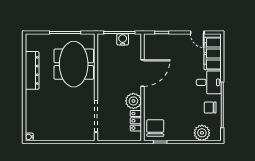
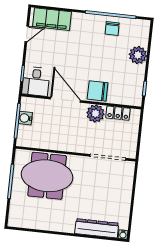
dresser: (32, 70) -> (97, 228), moved
desk: (209, 82) -> (36, 81), moved, turned 180
chair: (155, 128) -> (98, 91), moved
plant: (202, 133) -> (138, 55), moved

